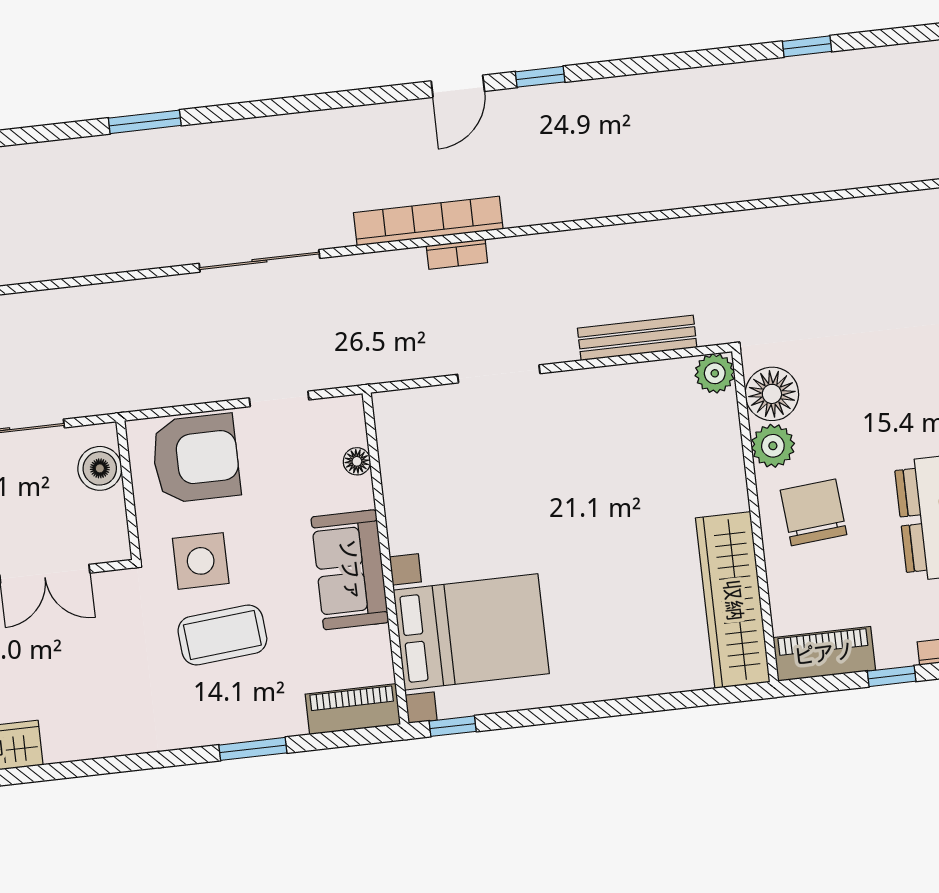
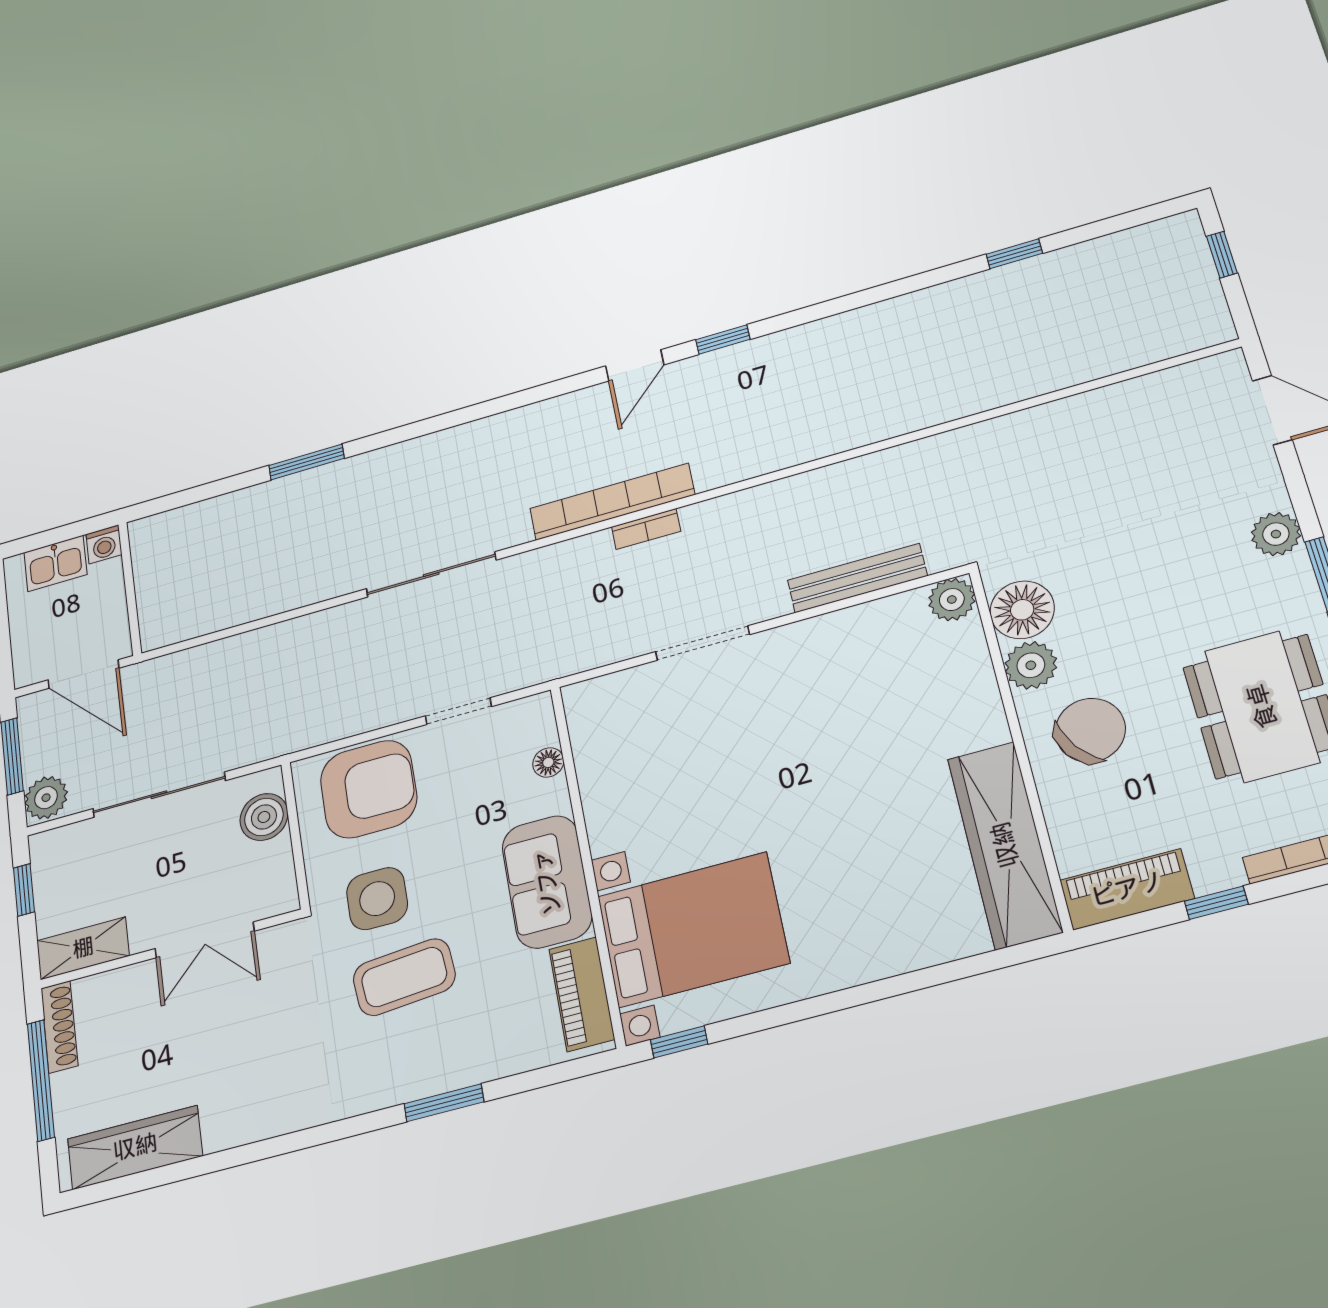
chair: (813, 512) -> (1090, 730), turned 61
piano: (353, 709) -> (582, 994), moved, turned -90

